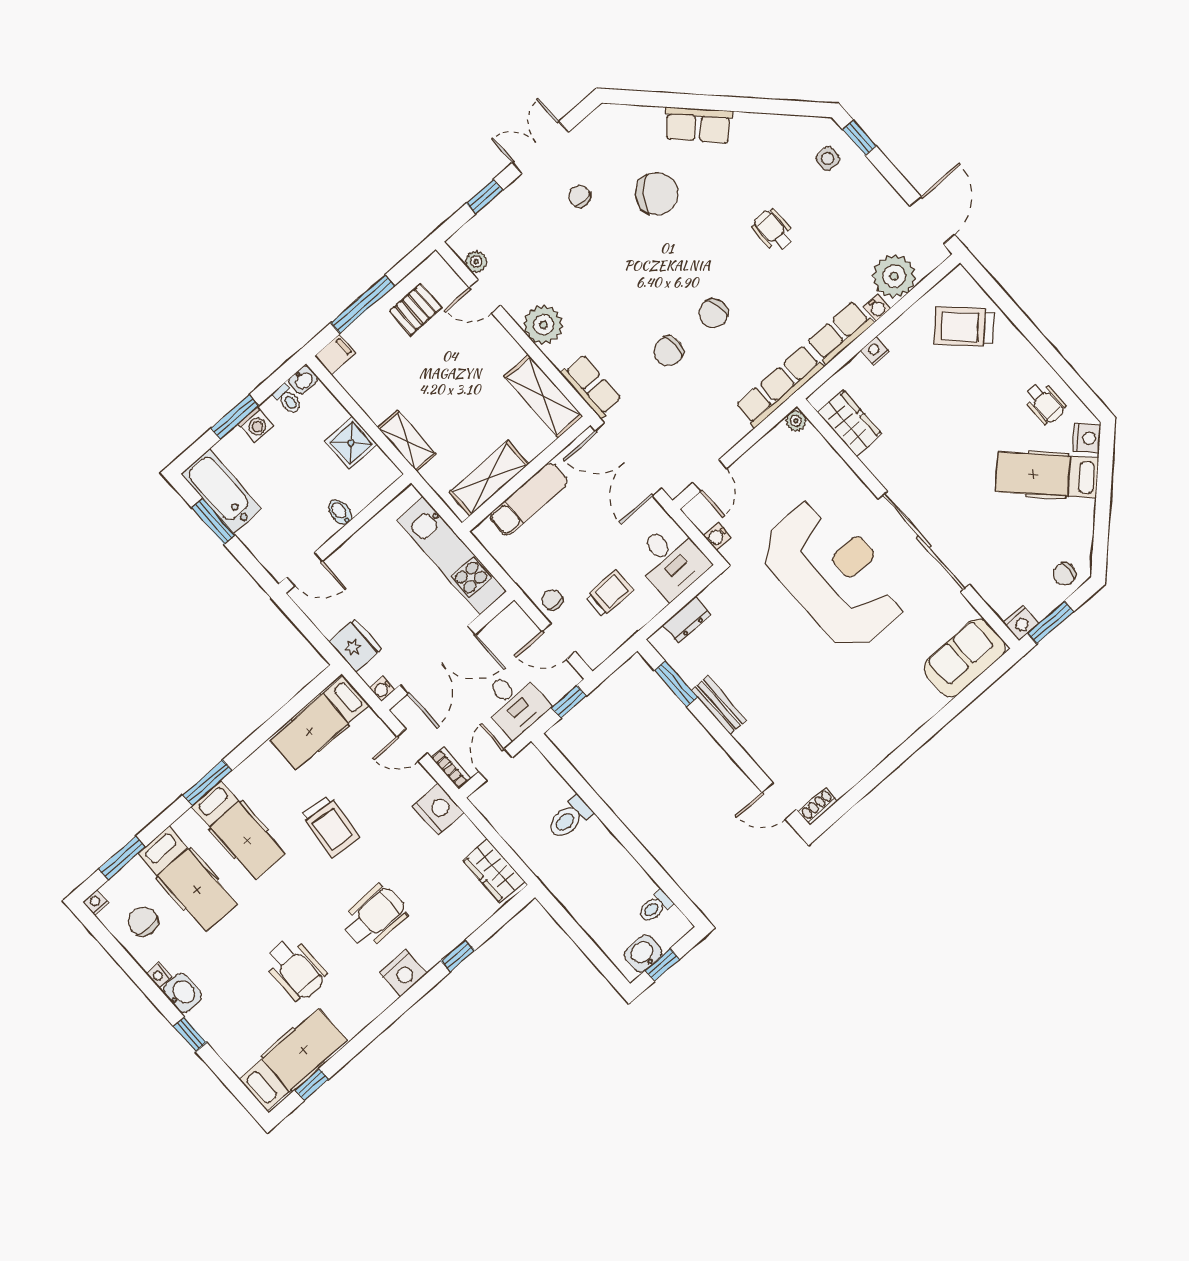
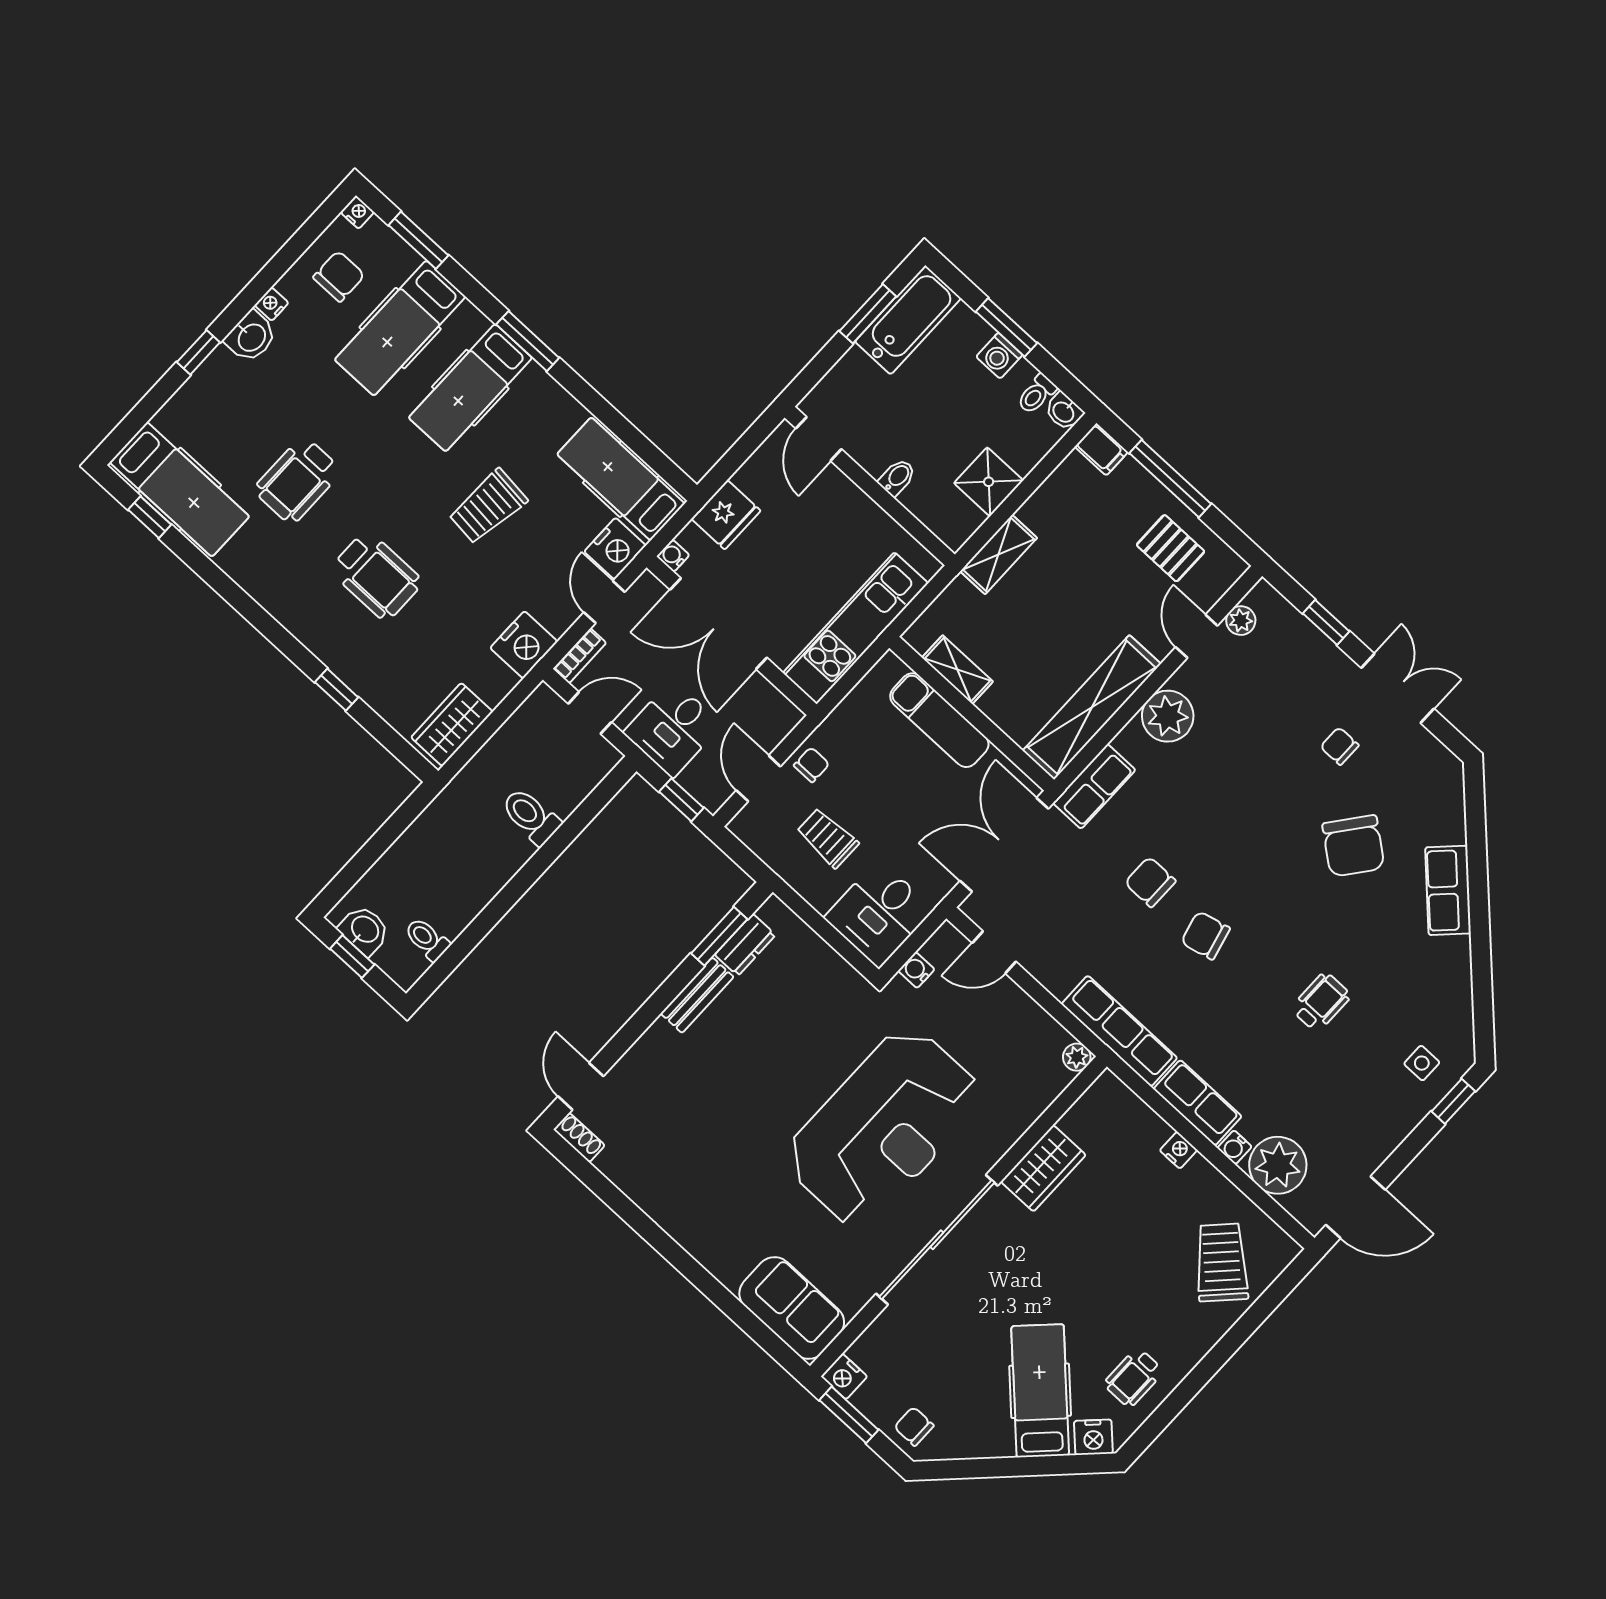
chair: (580, 196) -> (1340, 746), turned -90
shelving: (543, 396) -> (1092, 707), width x1.47
wardrobe: (850, 423) -> (1043, 1168), moved
shelving: (489, 478) -> (957, 670), width x0.67, depth x0.75
trolley: (609, 593) -> (827, 838), turned 180
dresser: (687, 620) -> (745, 945), moved, turned -90
nightstand: (403, 973) -> (615, 549), moved, turned -90

